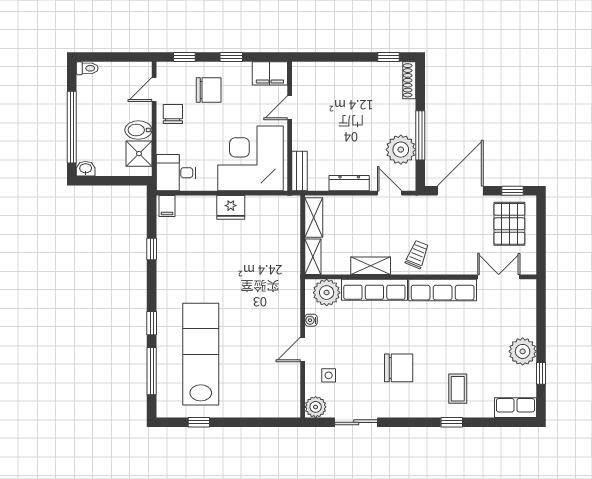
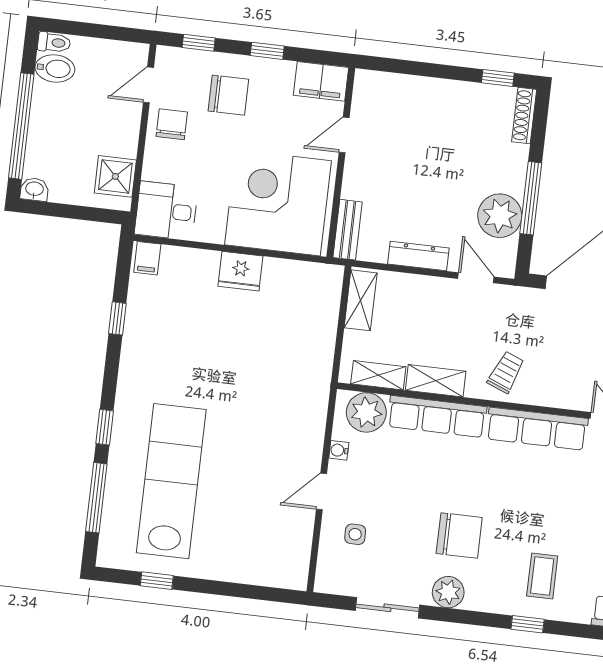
bidet: (138, 130) -> (55, 68), moved, turned 180
shelving: (313, 257) -> (378, 375), moved, turned 90
plant: (316, 407) -> (448, 592), moved

